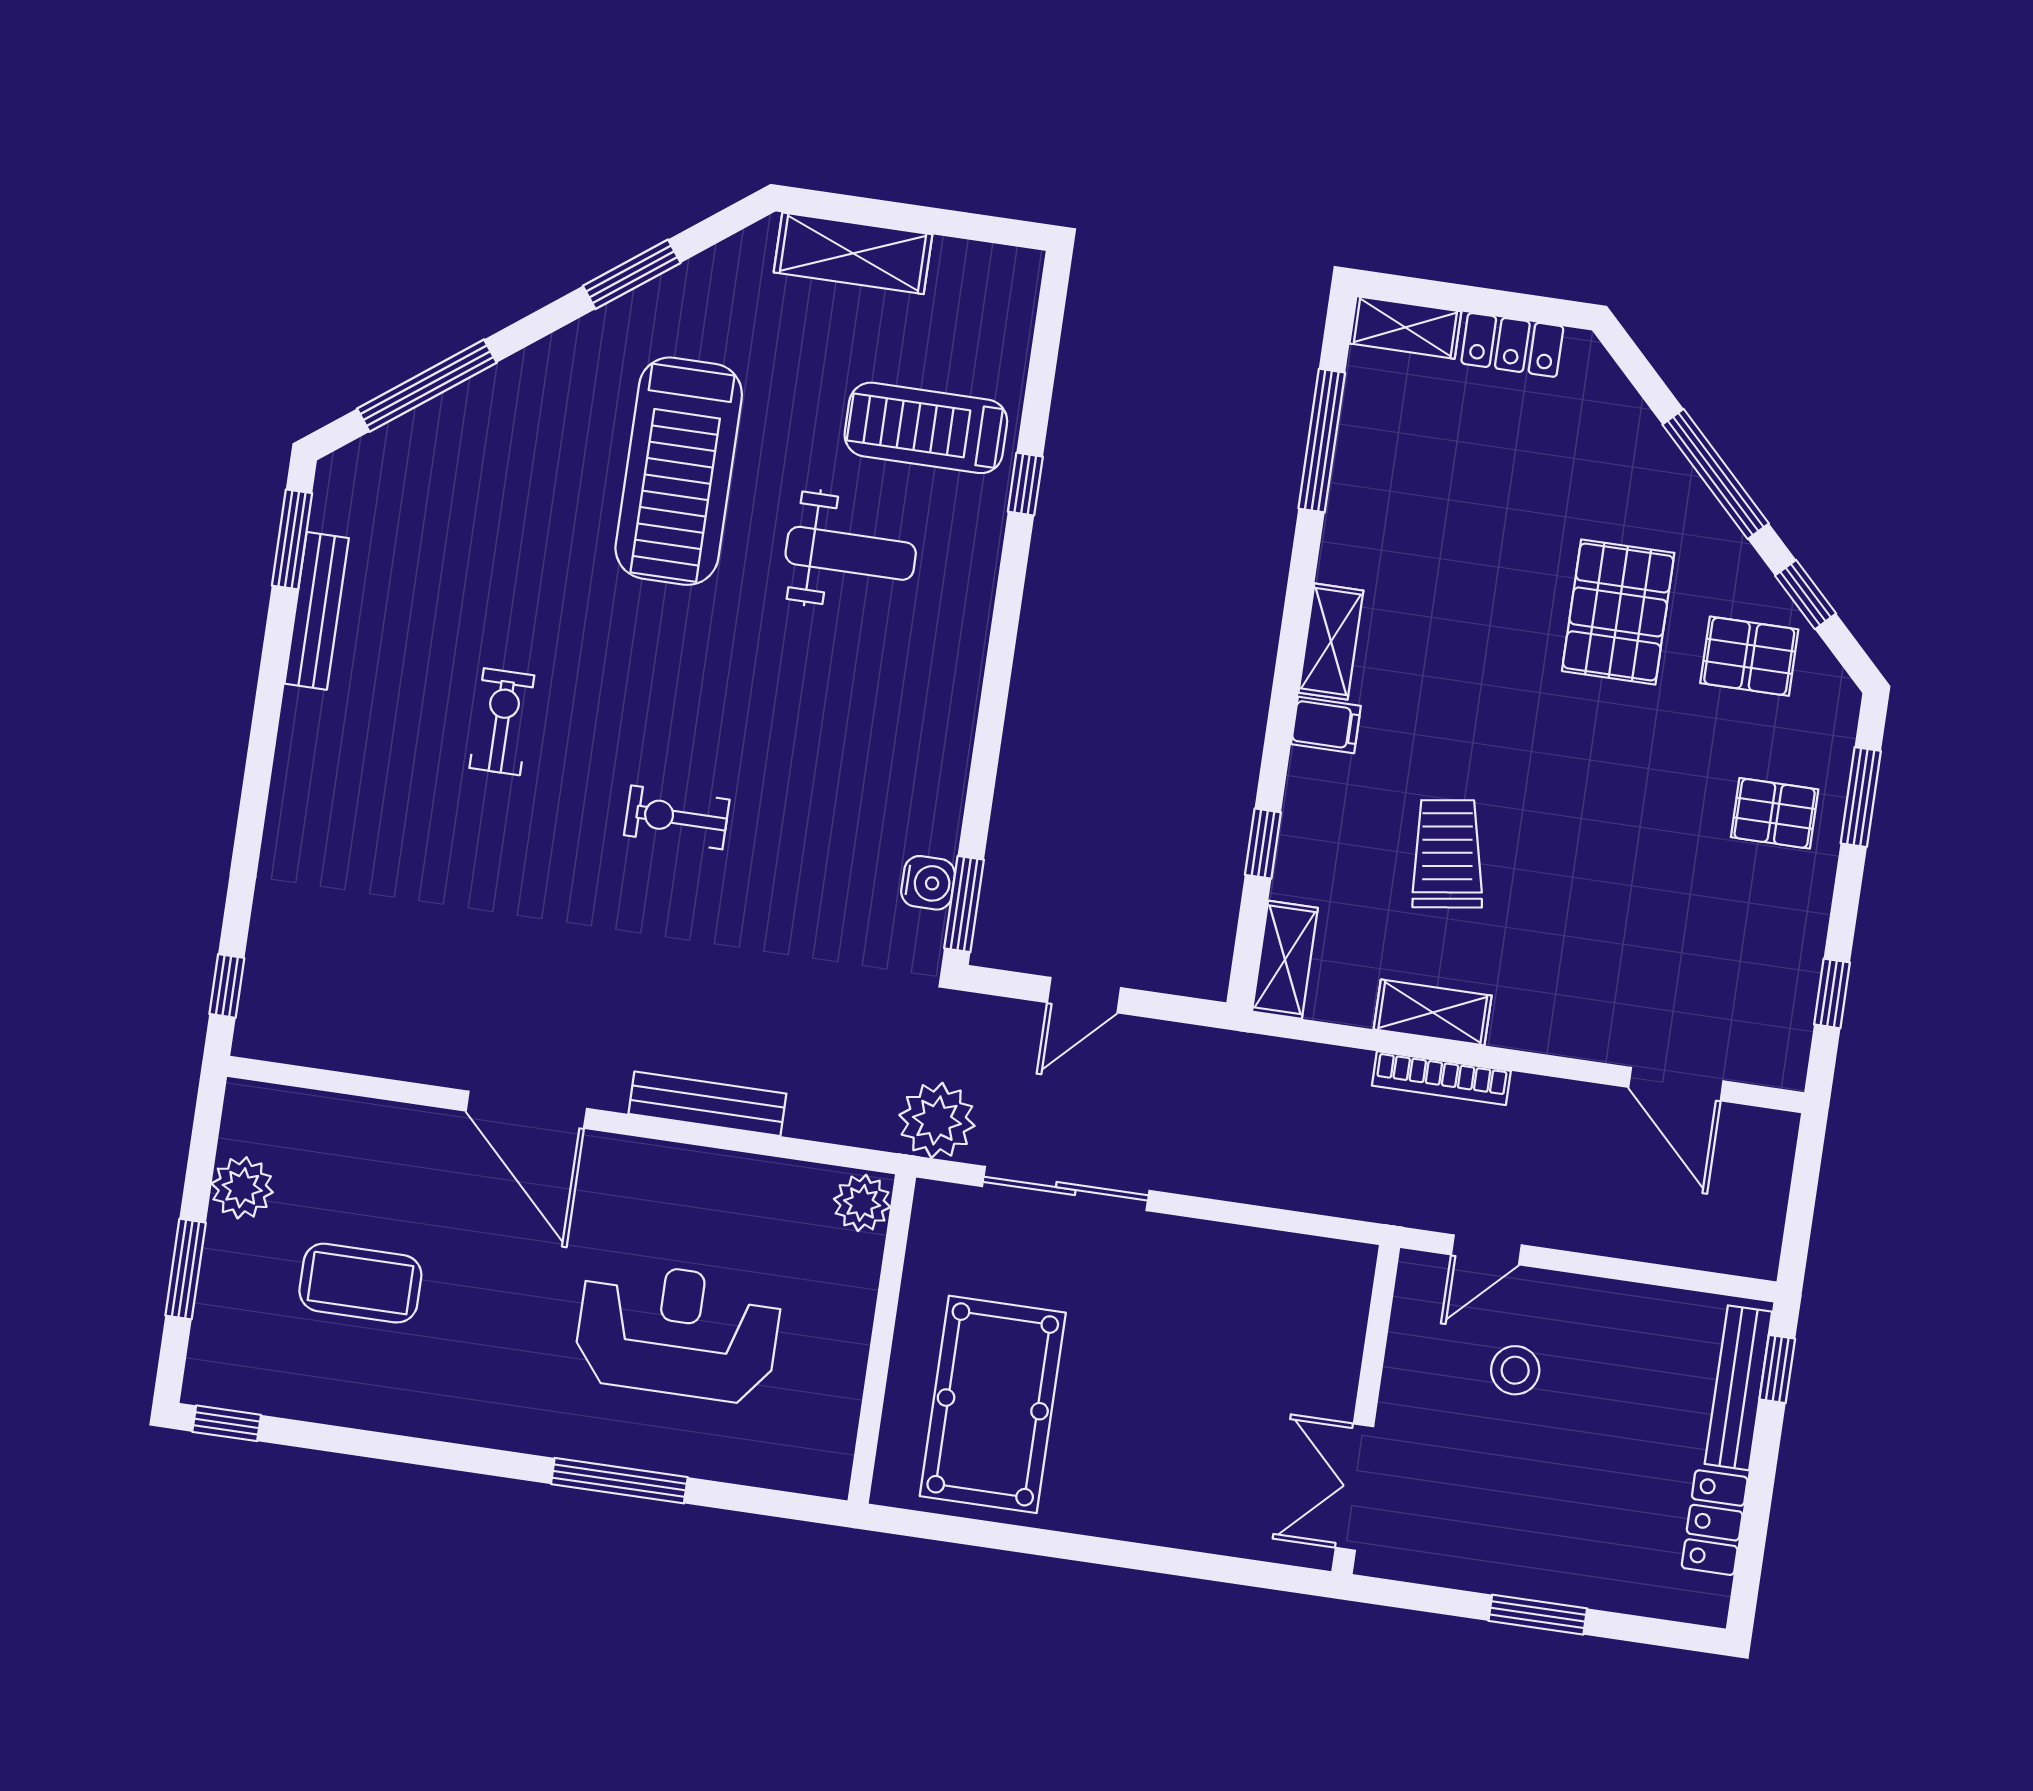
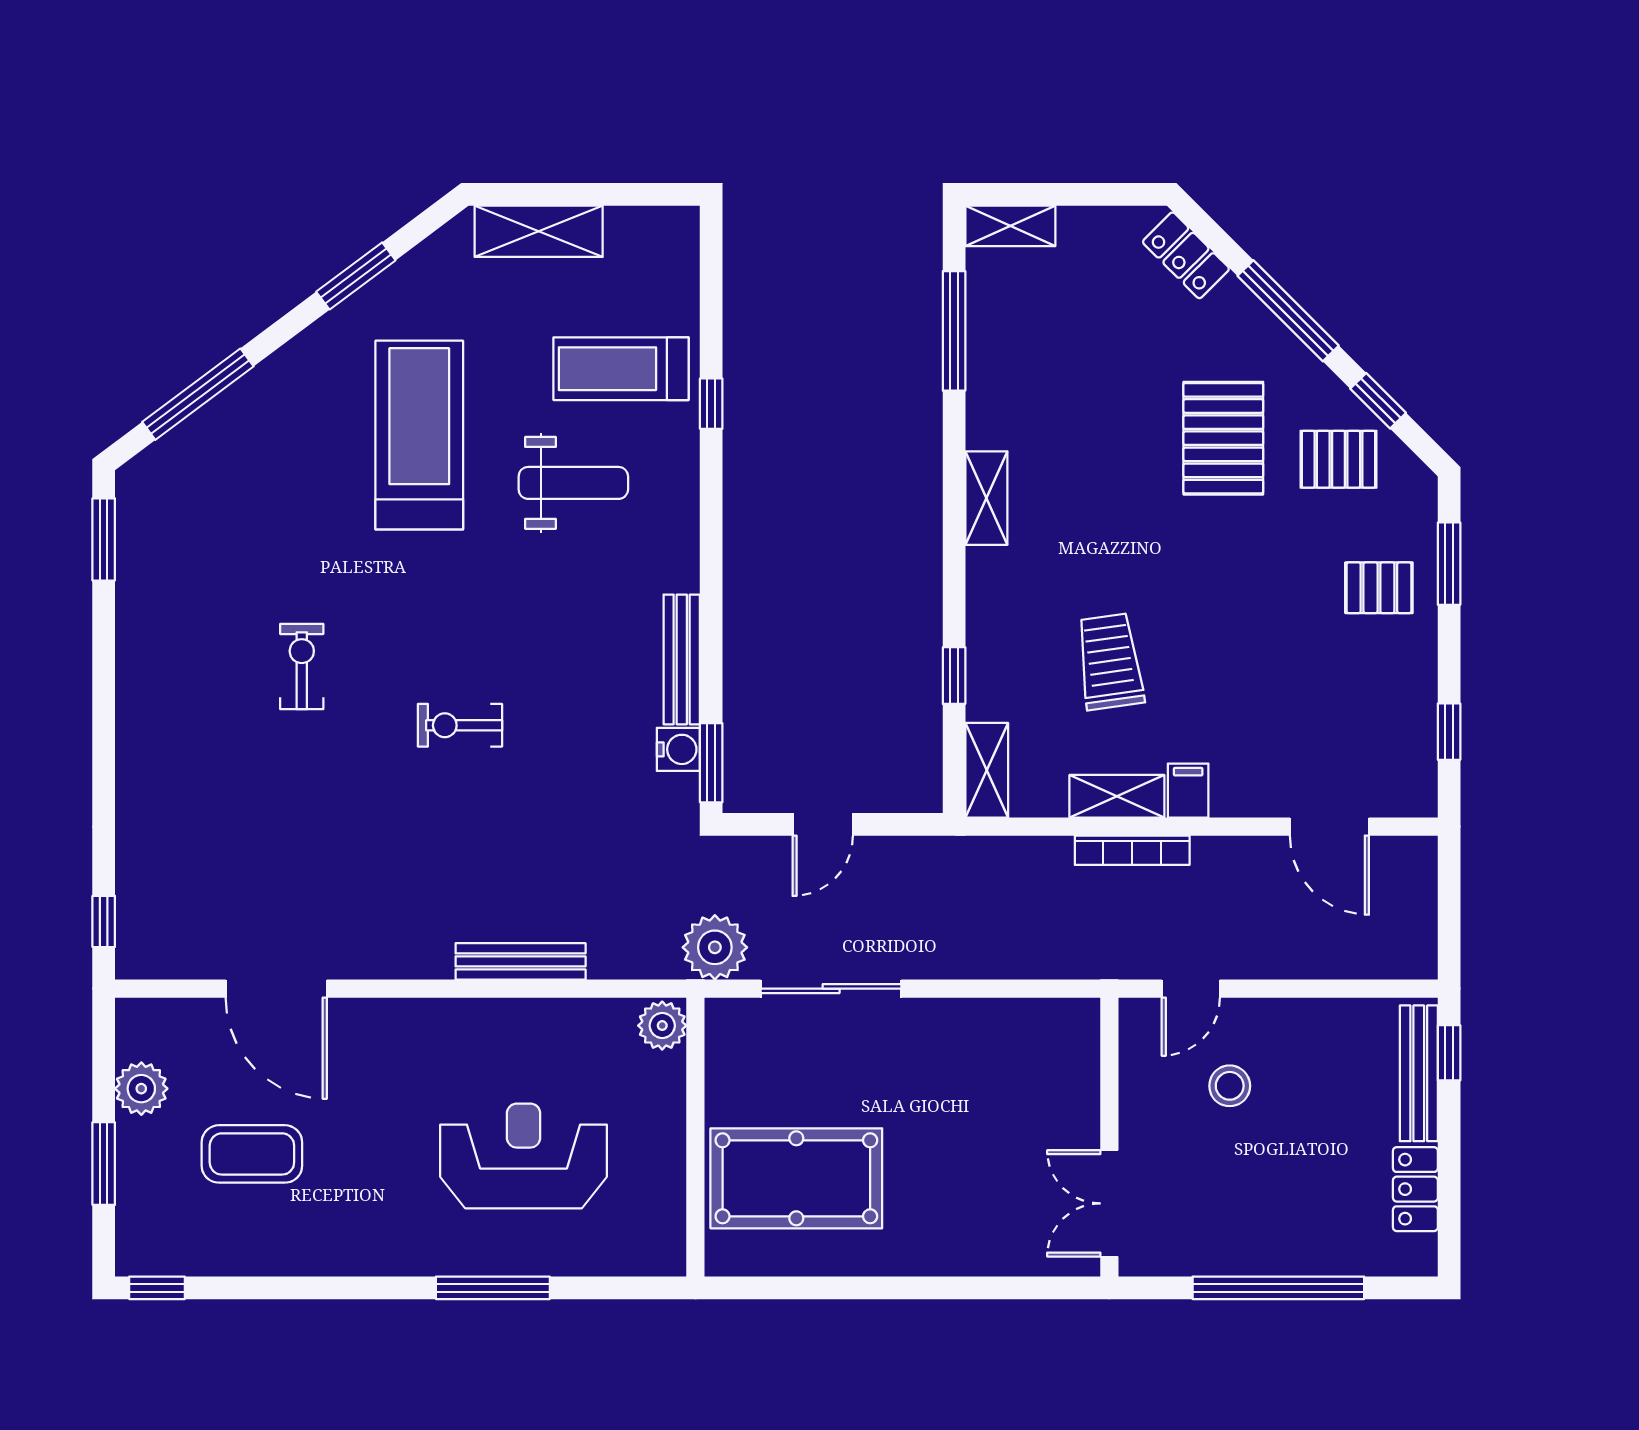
locker: (1512, 345) -> (1186, 255), moved, turned 45
treadmill: (679, 471) -> (419, 435), turned 180
bench: (317, 611) -> (682, 659), moved
filing cabinet: (1326, 725) -> (1188, 791), moved, turned -90
door: (526, 1110) -> (276, 989), moved
pool table: (993, 1404) -> (796, 1178), turned 90
window: (1538, 1615) -> (1278, 1288), width x2.11

